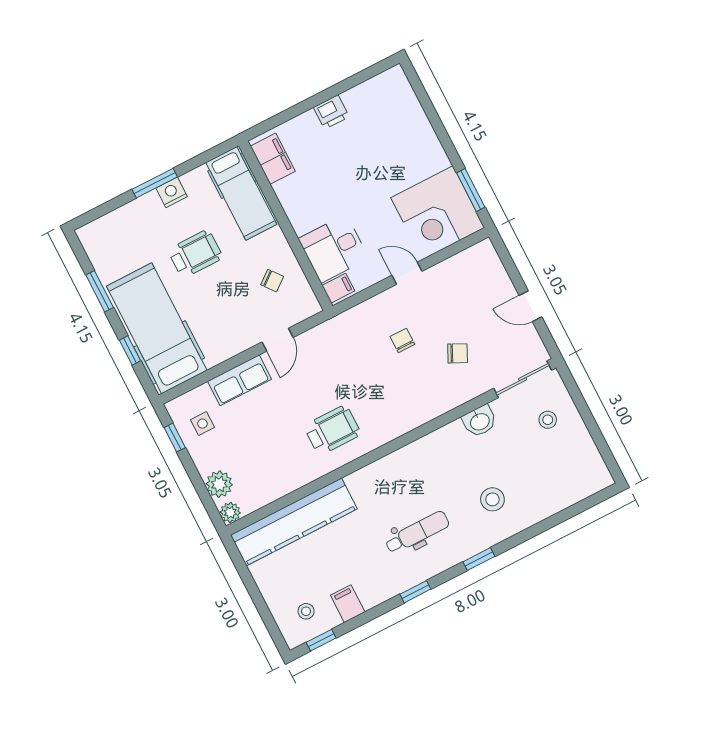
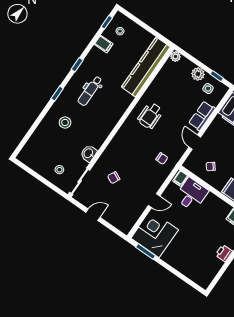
chair: (402, 340) -> (162, 159), moved
plant: (219, 484) -> (198, 74), moved

